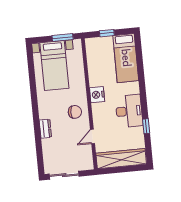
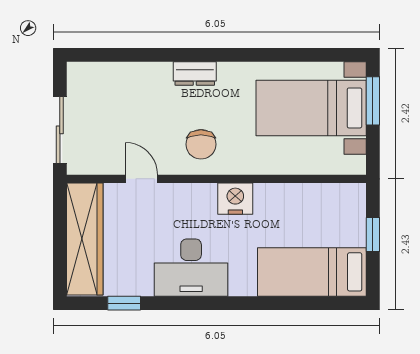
window: (63, 38) -> (373, 101), moved
window: (146, 126) -> (124, 303), moved
dresser: (45, 129) -> (195, 73), moved
sliding door: (64, 175) -> (60, 130), moved

